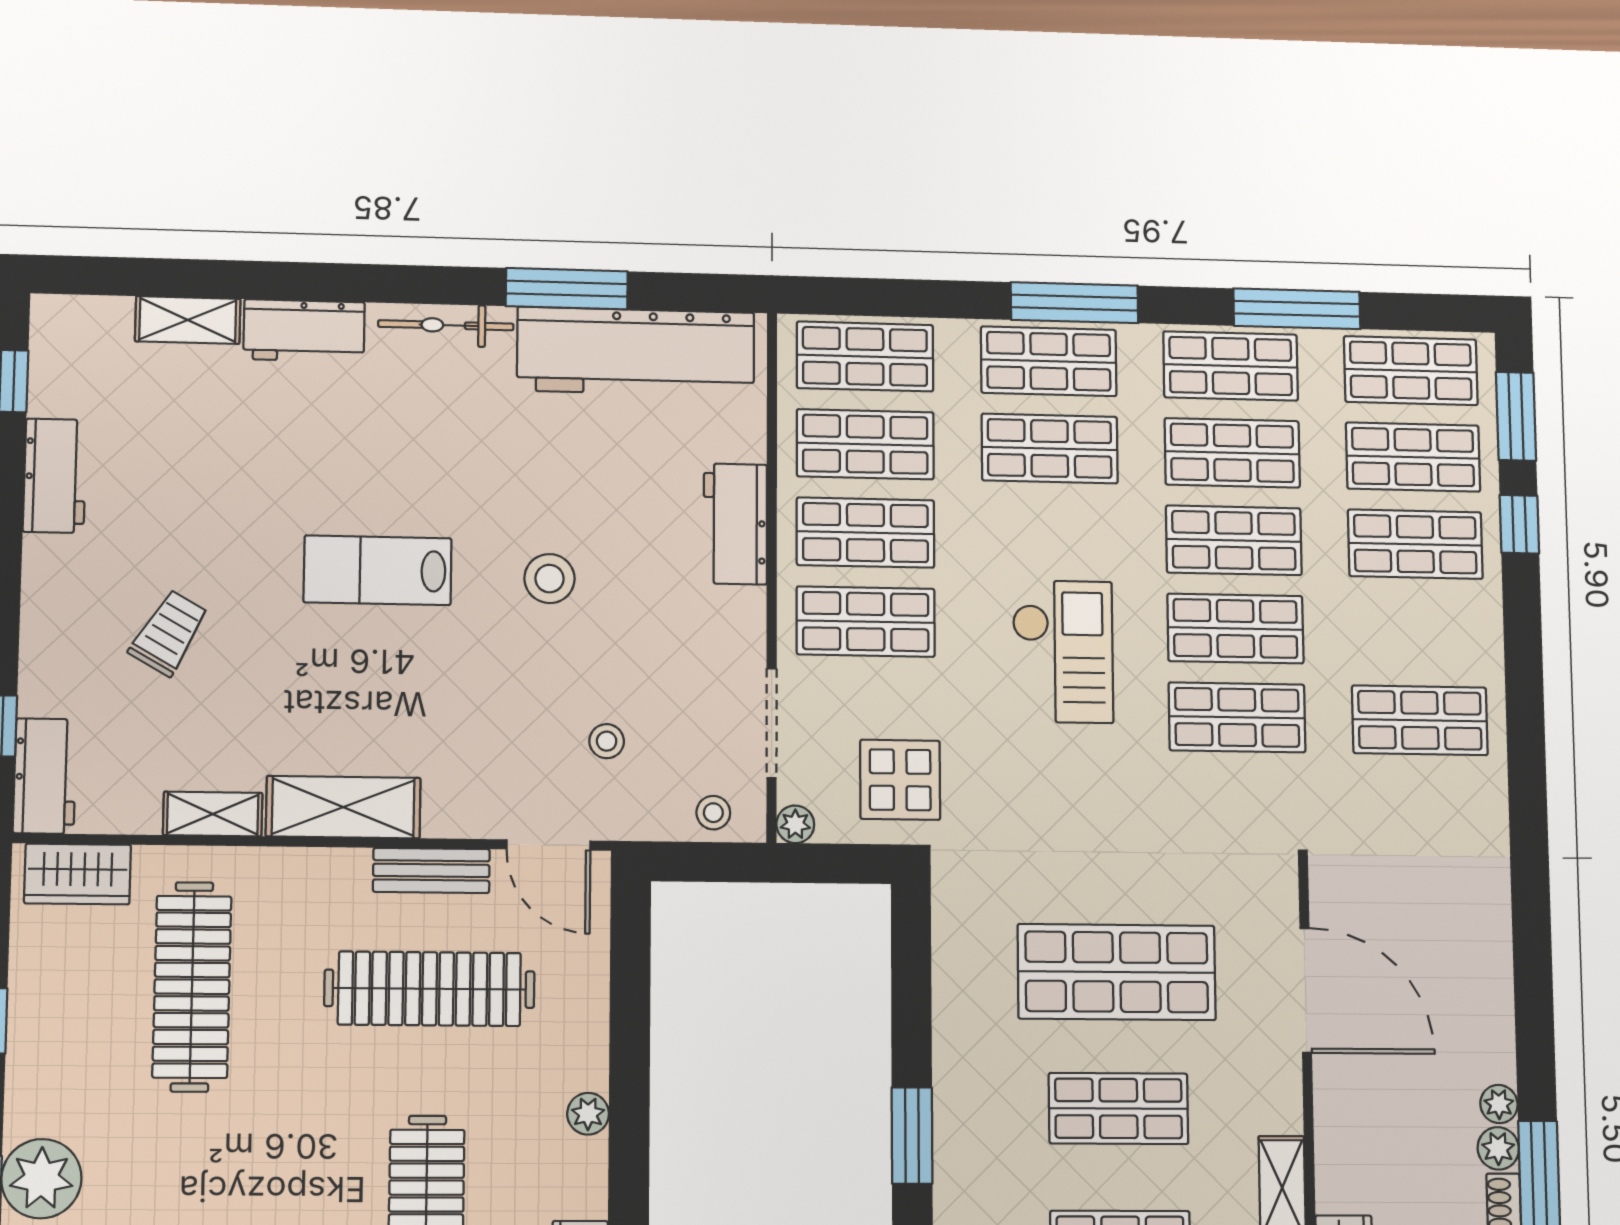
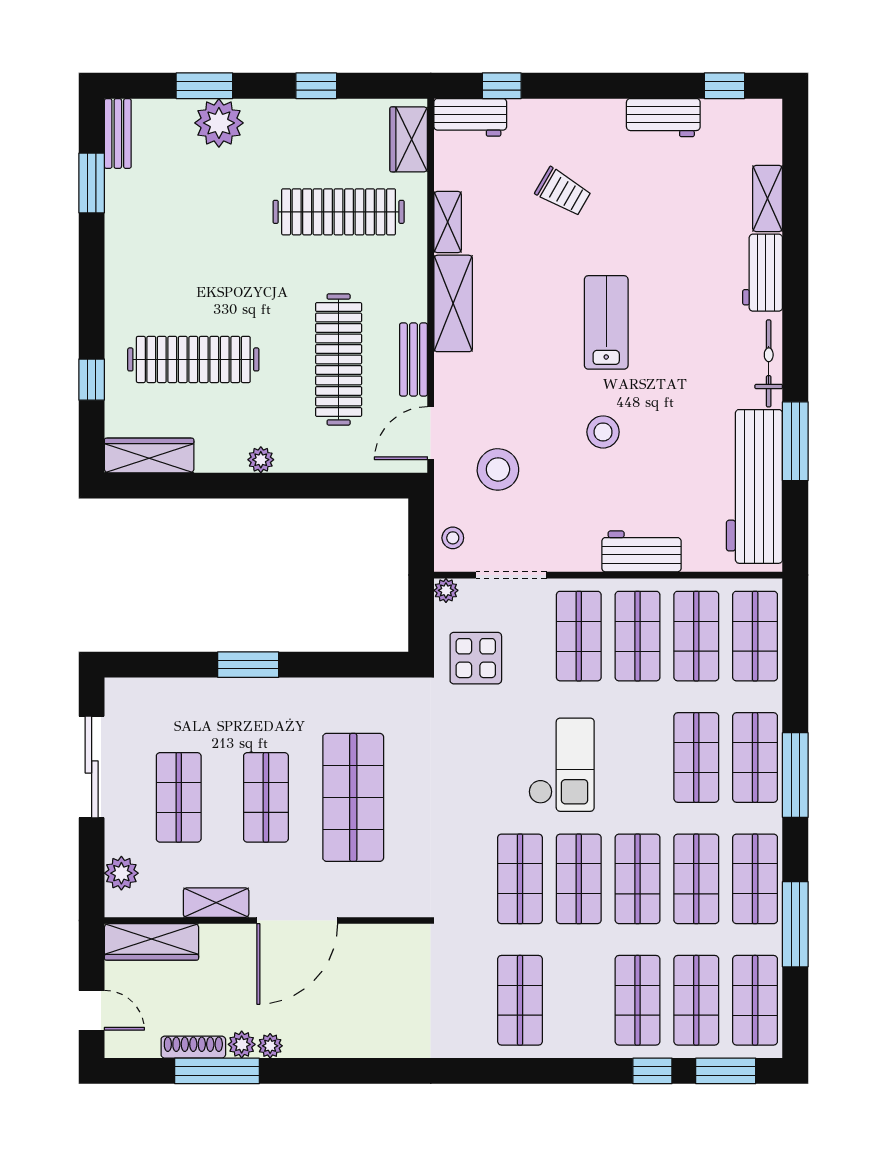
checkout: (1063, 652) -> (561, 765), turned -90
stool: (607, 741) -> (498, 469), width x1.89, depth x1.89
door: (1306, 990) -> (297, 921), moved

